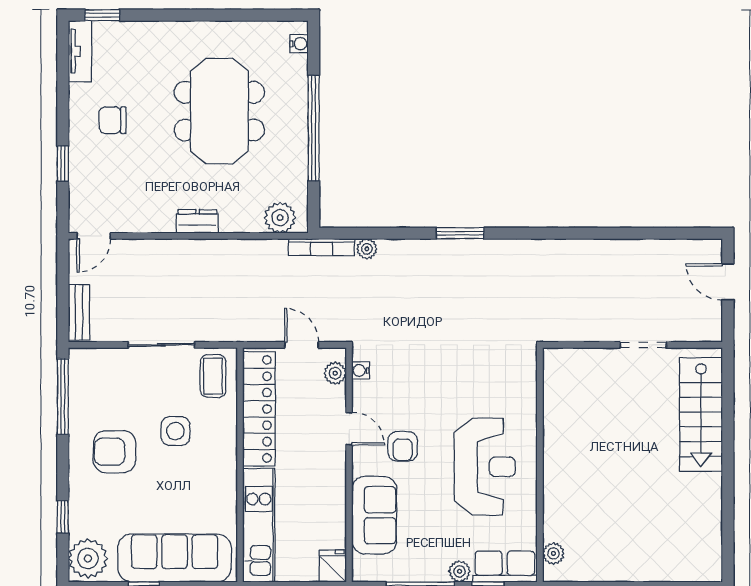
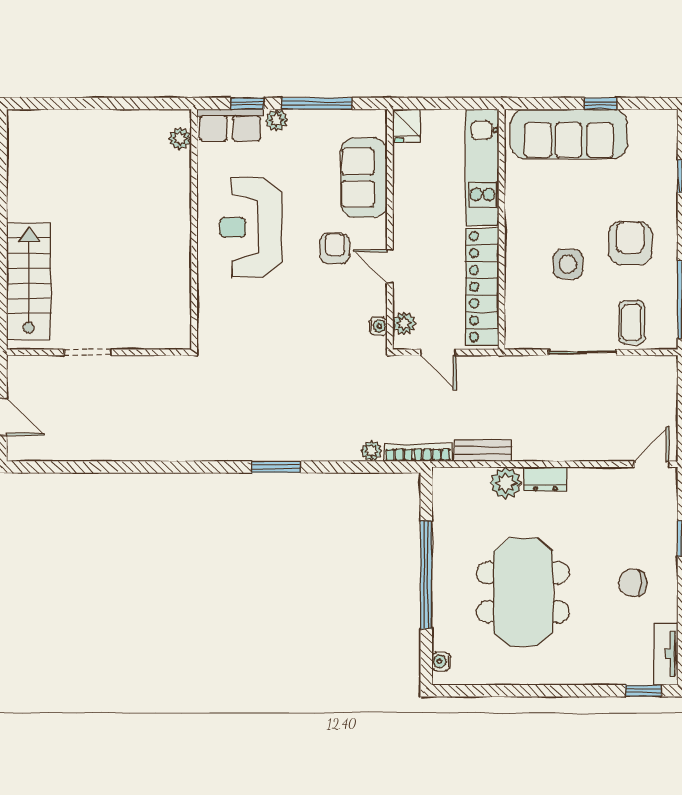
chair: (113, 120) -> (632, 583), turned 180
plant: (280, 218) -> (506, 483), moved
bench: (79, 312) -> (483, 450), moved, turned 90
coffee table: (213, 376) -> (632, 322), moved
armchair: (115, 452) -> (630, 243), turned -90
plant: (88, 558) -> (658, 133), removed

